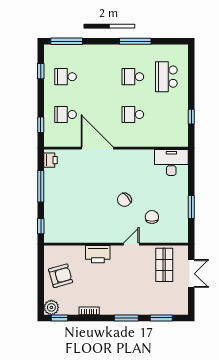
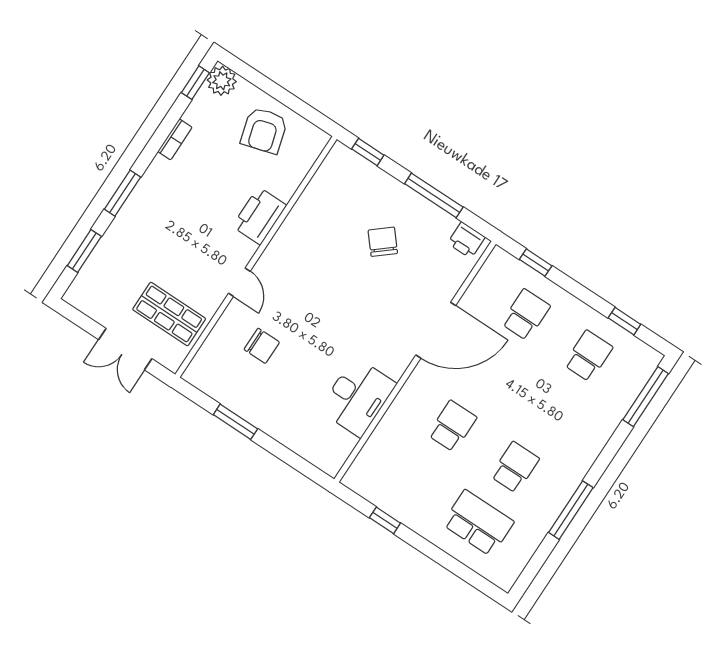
desk: (171, 162) -> (358, 397), moved
chair: (124, 200) -> (383, 242), moved

